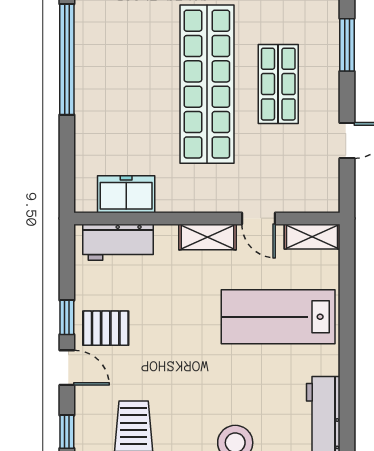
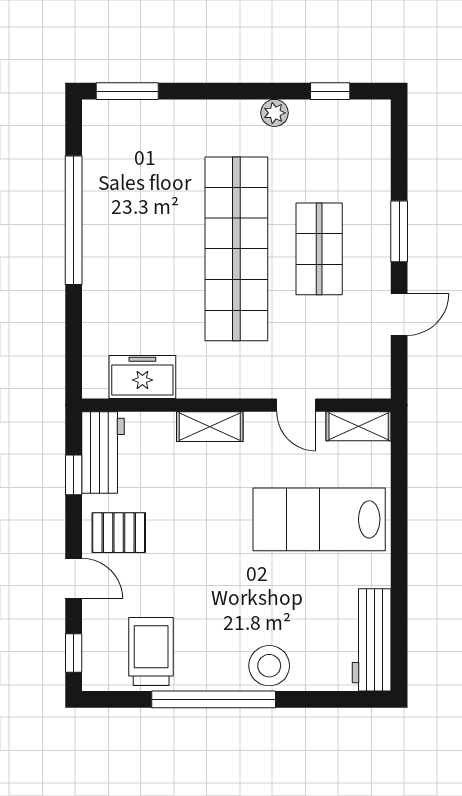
window: (347, 45) -> (399, 231), moved
shelving: (207, 237) -> (210, 427), moved
workbench: (118, 242) -> (103, 453), moved, turned -90
window: (67, 317) -> (74, 475), moved

